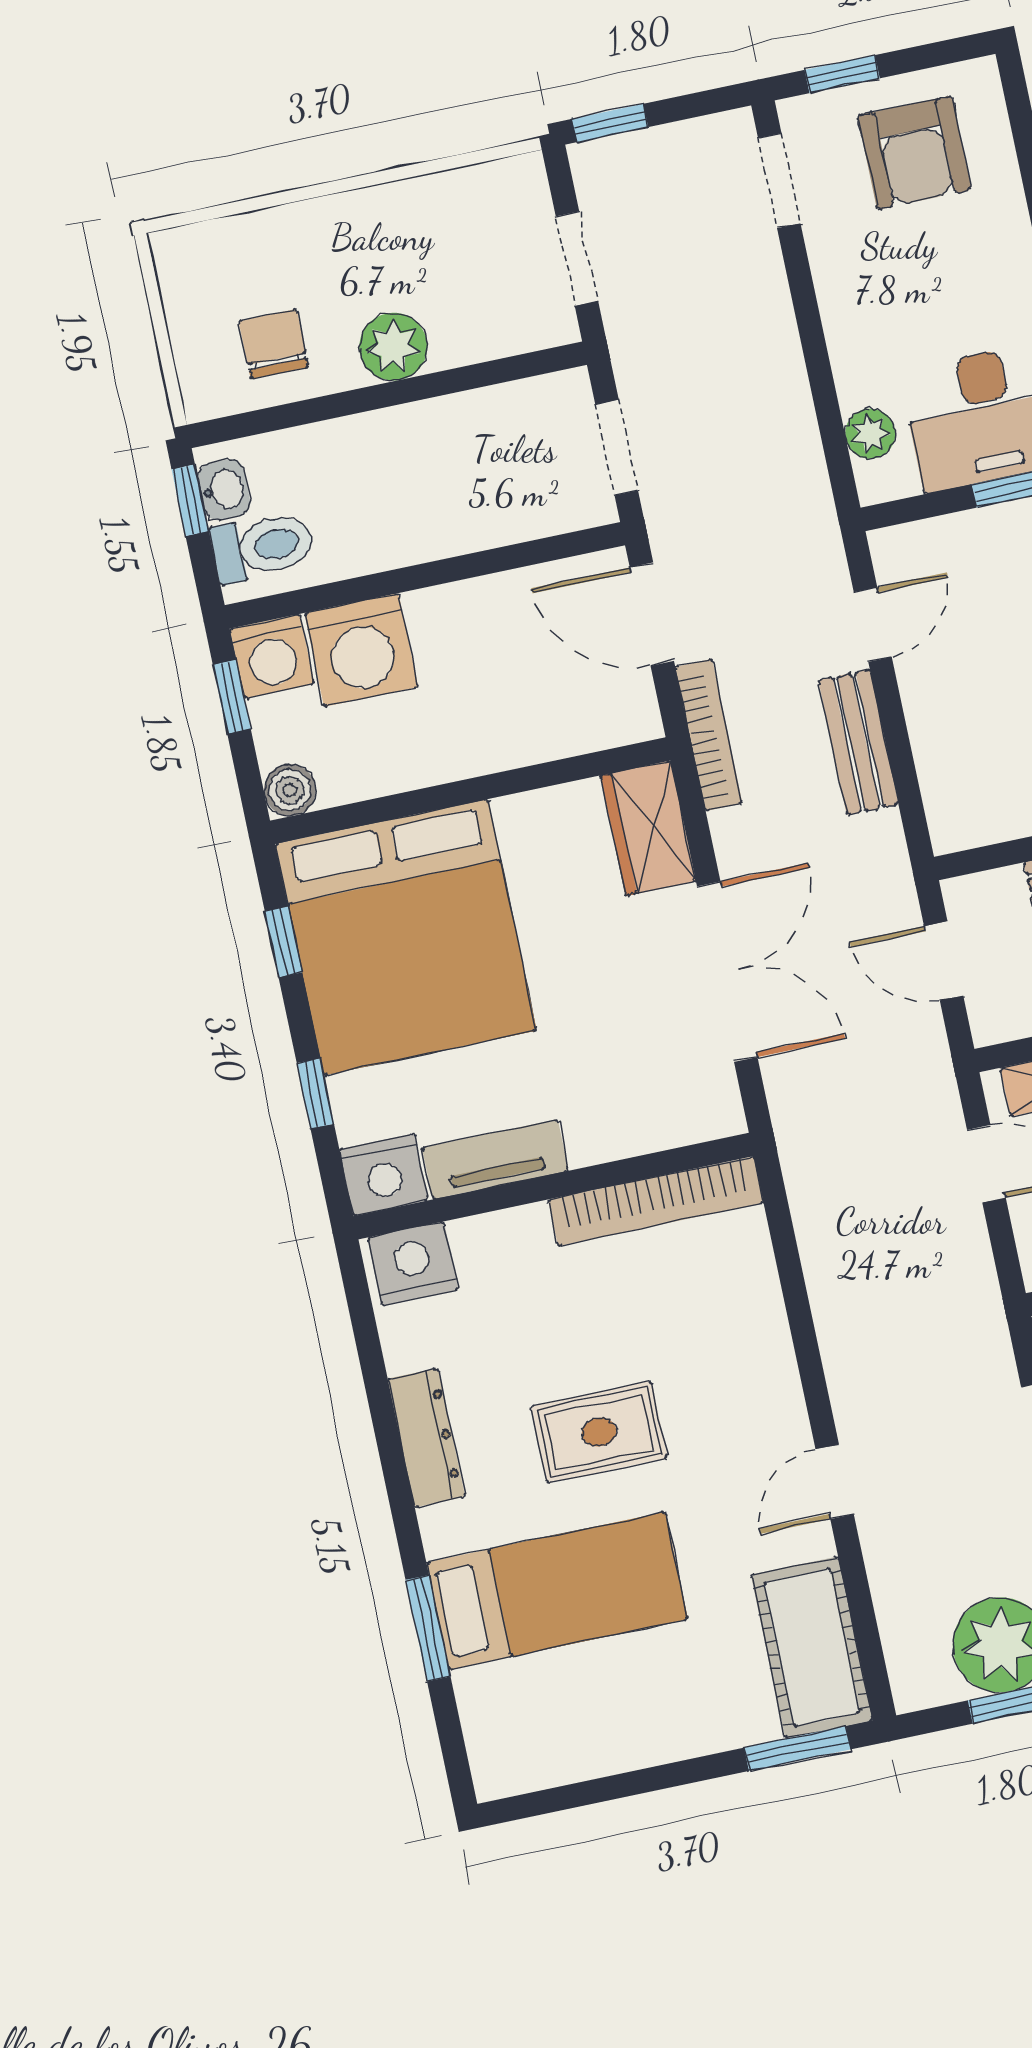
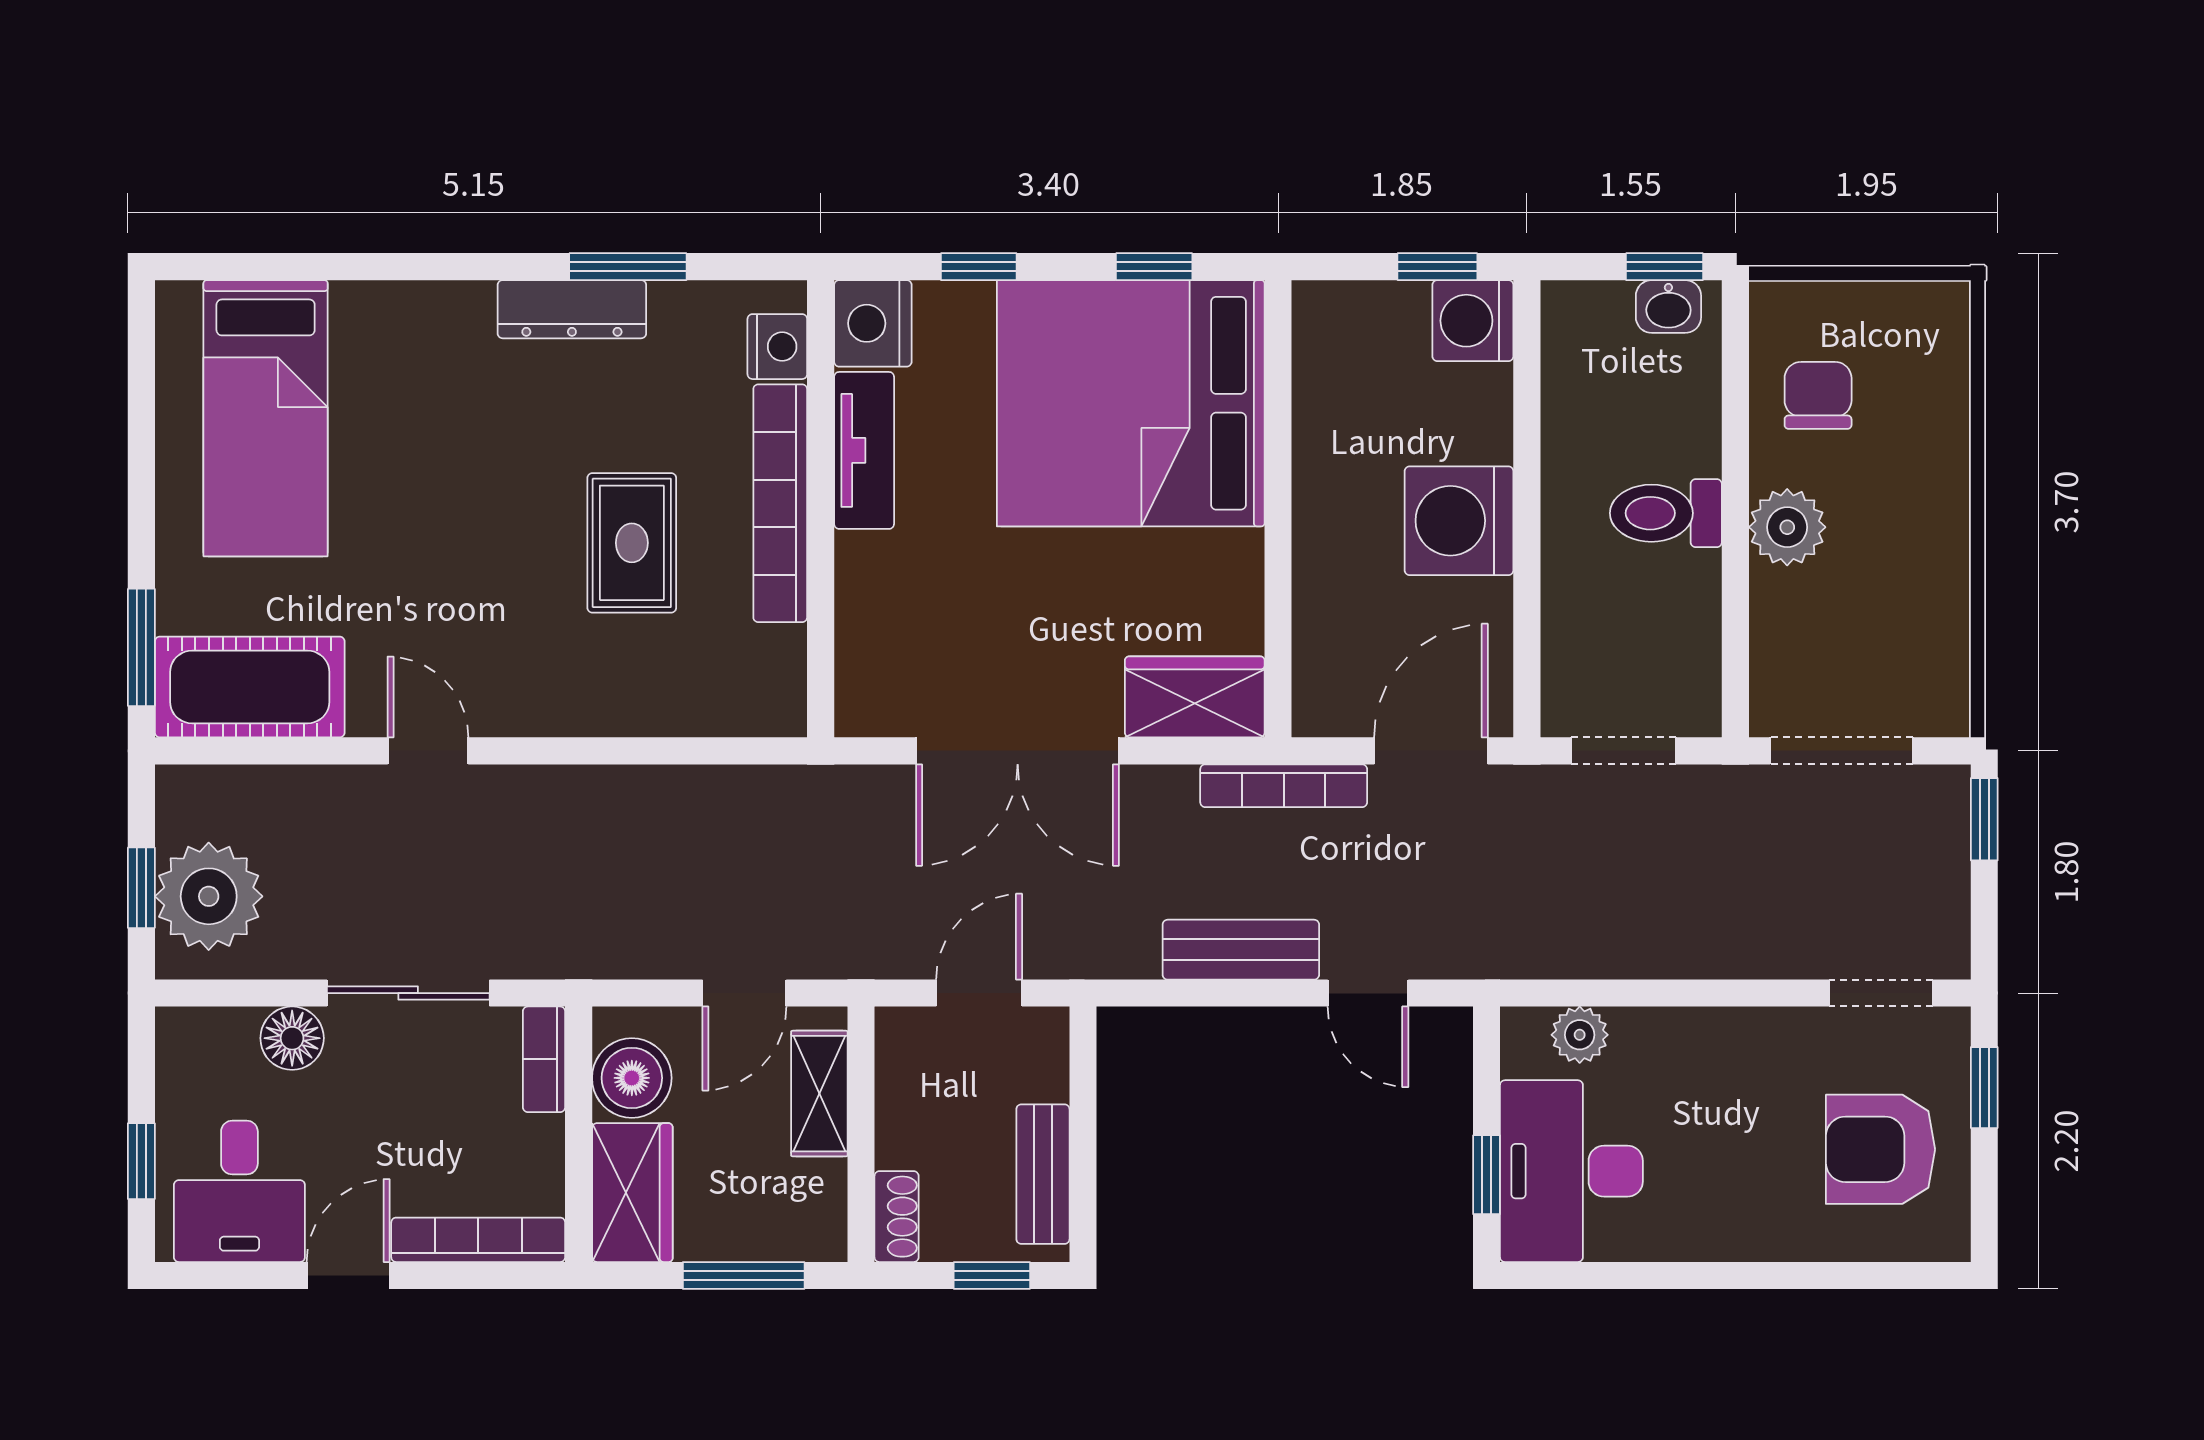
doorway: (577, 259) -> (1842, 751), width x1.38
chair: (274, 344) -> (1818, 395), turned -90
toilet: (263, 547) -> (1666, 513), moved, turned 90
washing machine: (361, 650) -> (1459, 521), moved
boiler: (290, 790) -> (1321, 309), removed
bookcase: (656, 1201) -> (780, 503), moved
nightstand: (413, 1264) -> (777, 347), width x0.74, depth x0.75
rug: (599, 1432) -> (632, 543), moved
bed: (557, 1591) -> (266, 418), moved
window: (428, 1628) -> (628, 267), moved

